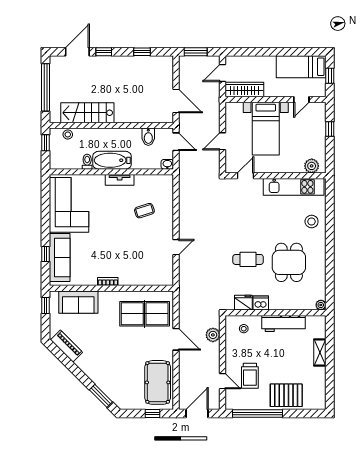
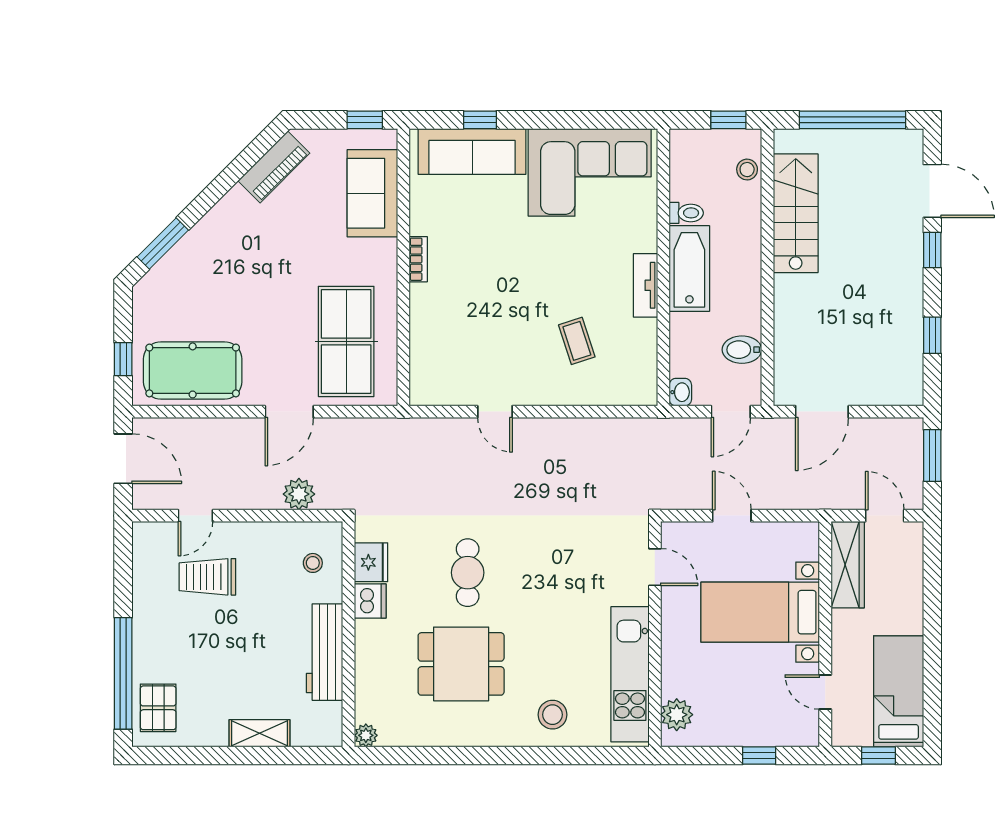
pallet: (286, 395) -> (158, 708), moved, width x0.67, depth x0.71
window: (257, 414) -> (123, 673), moved

